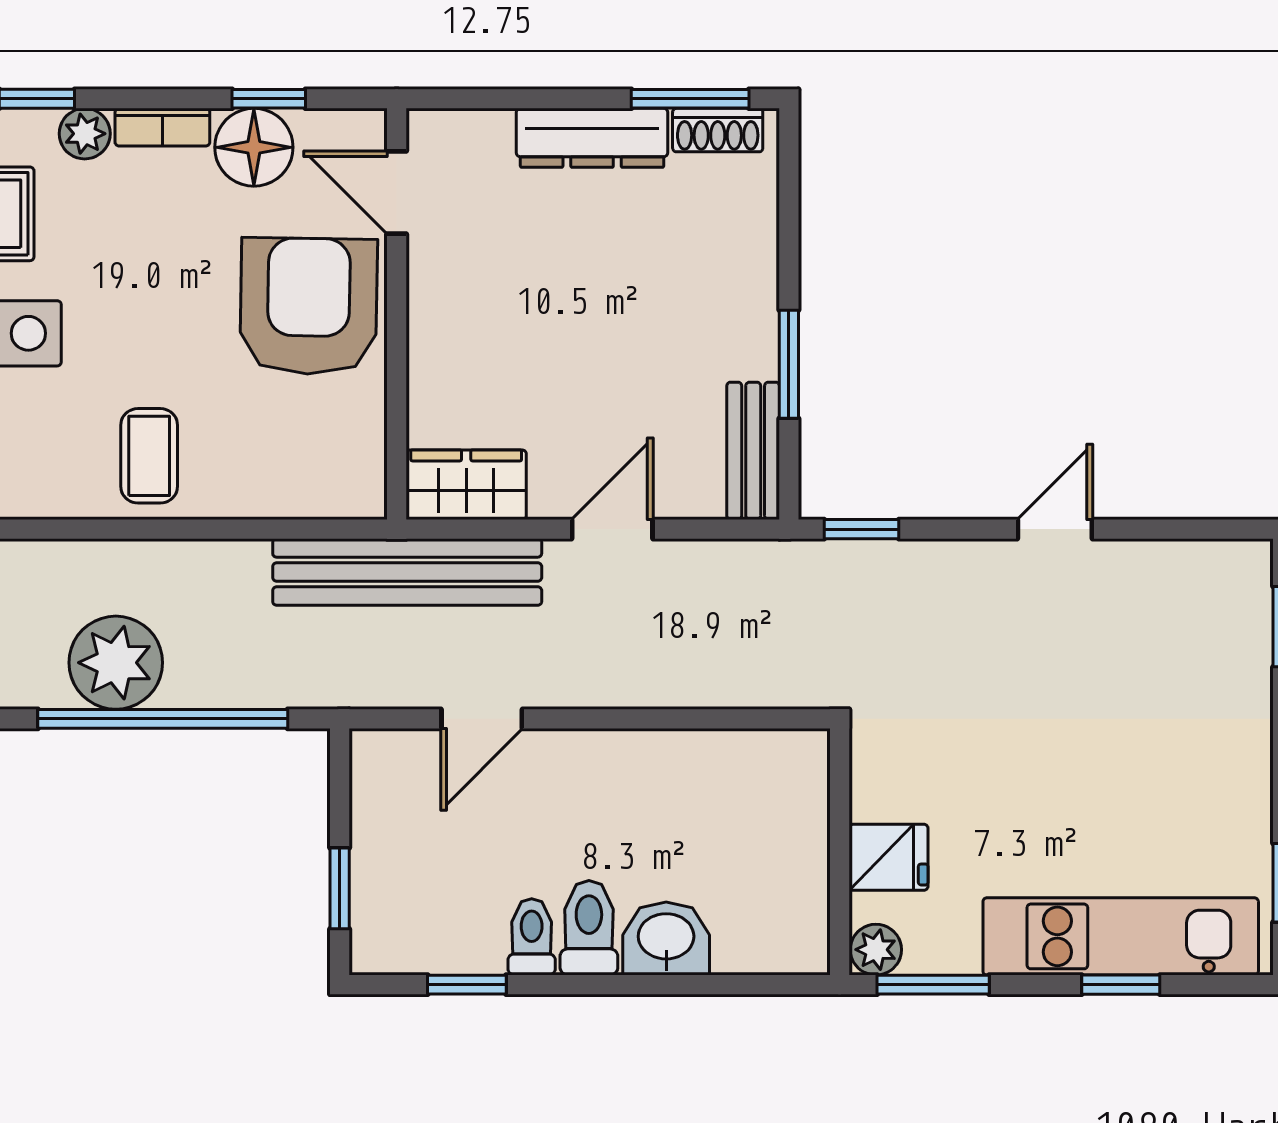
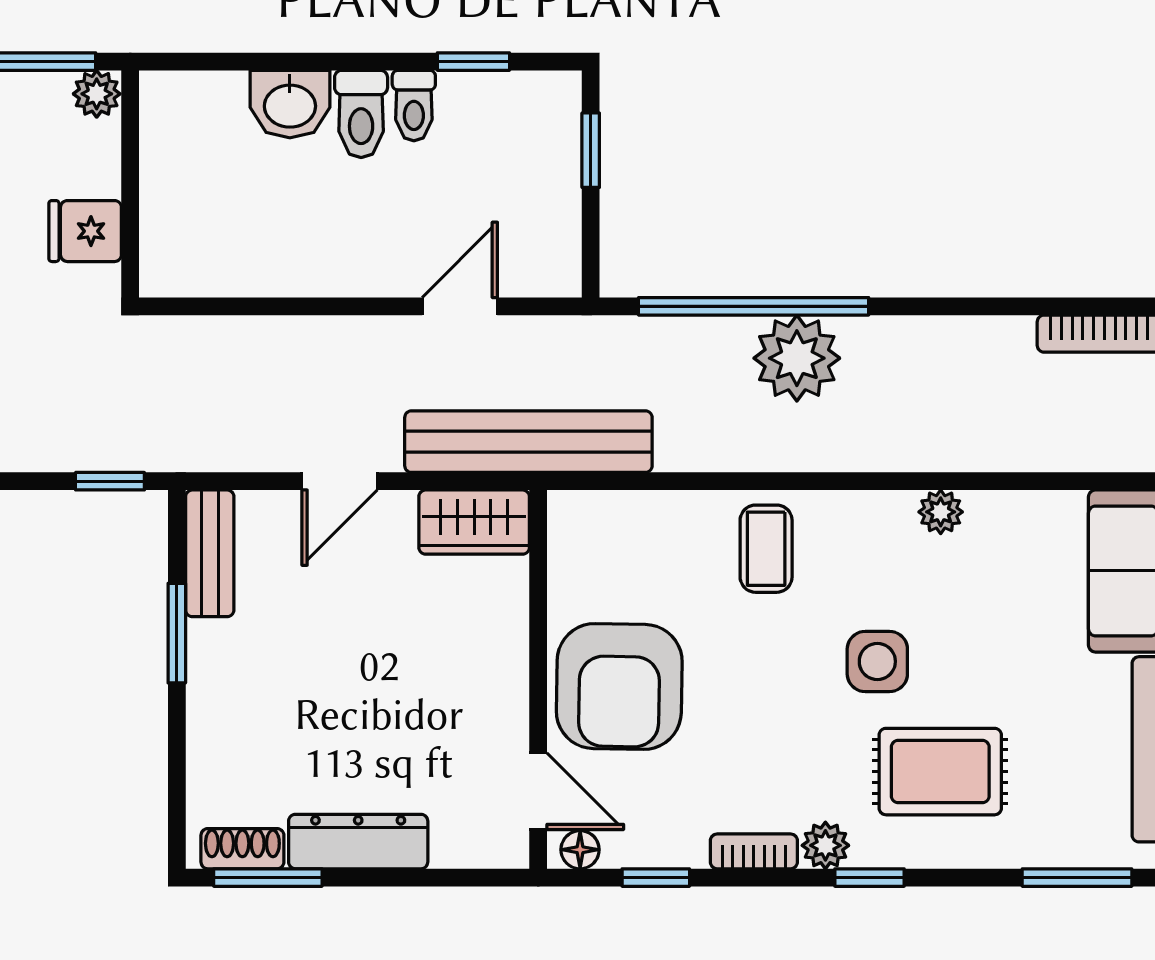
floor lamp: (254, 147) -> (580, 850), moved, width x0.53, depth x0.53
fridge: (888, 857) -> (85, 231), moved

